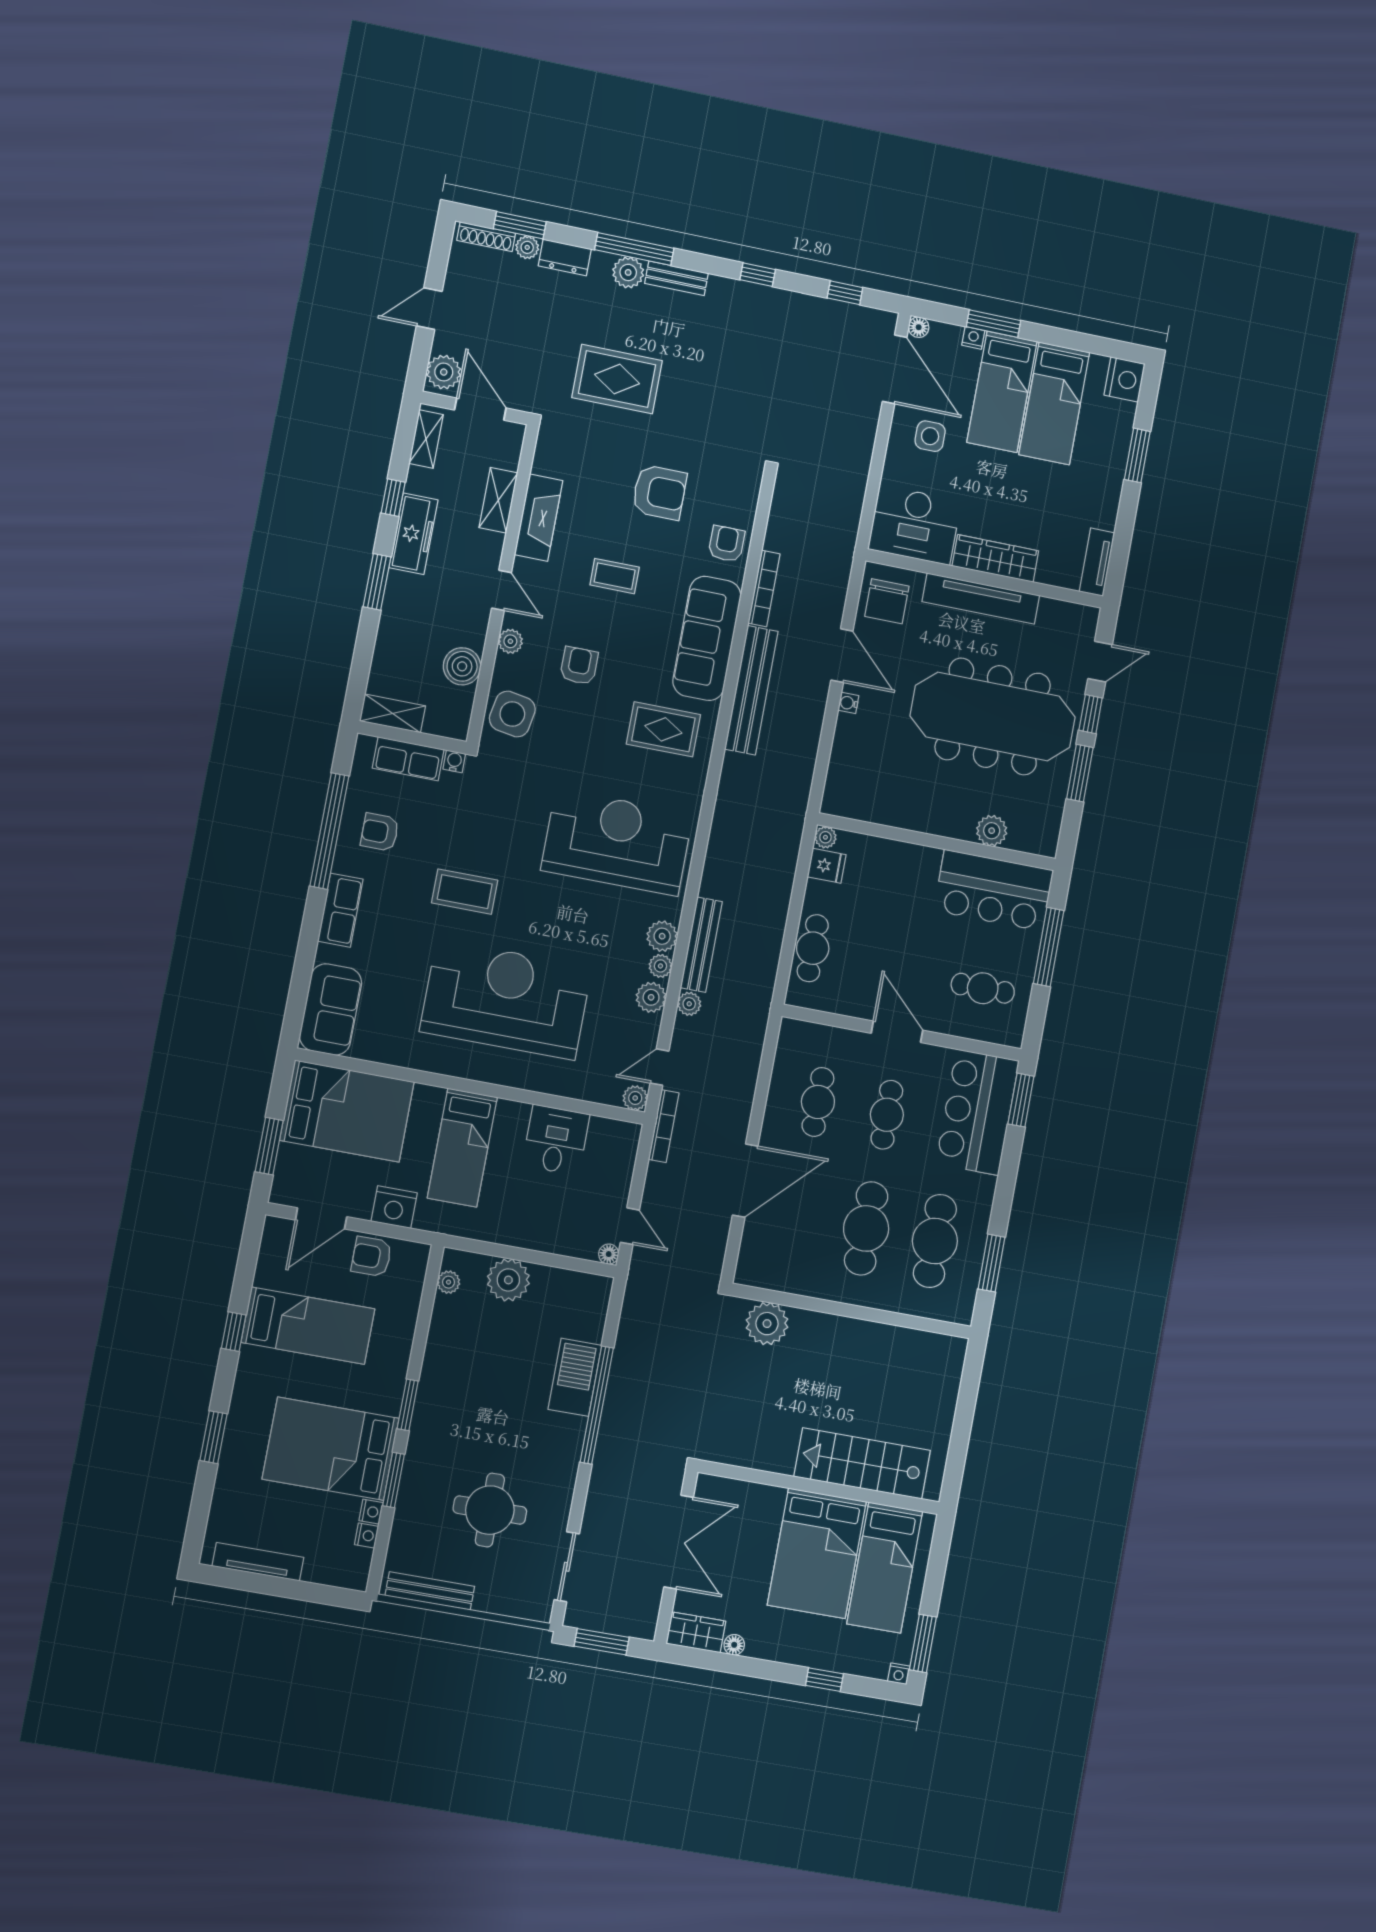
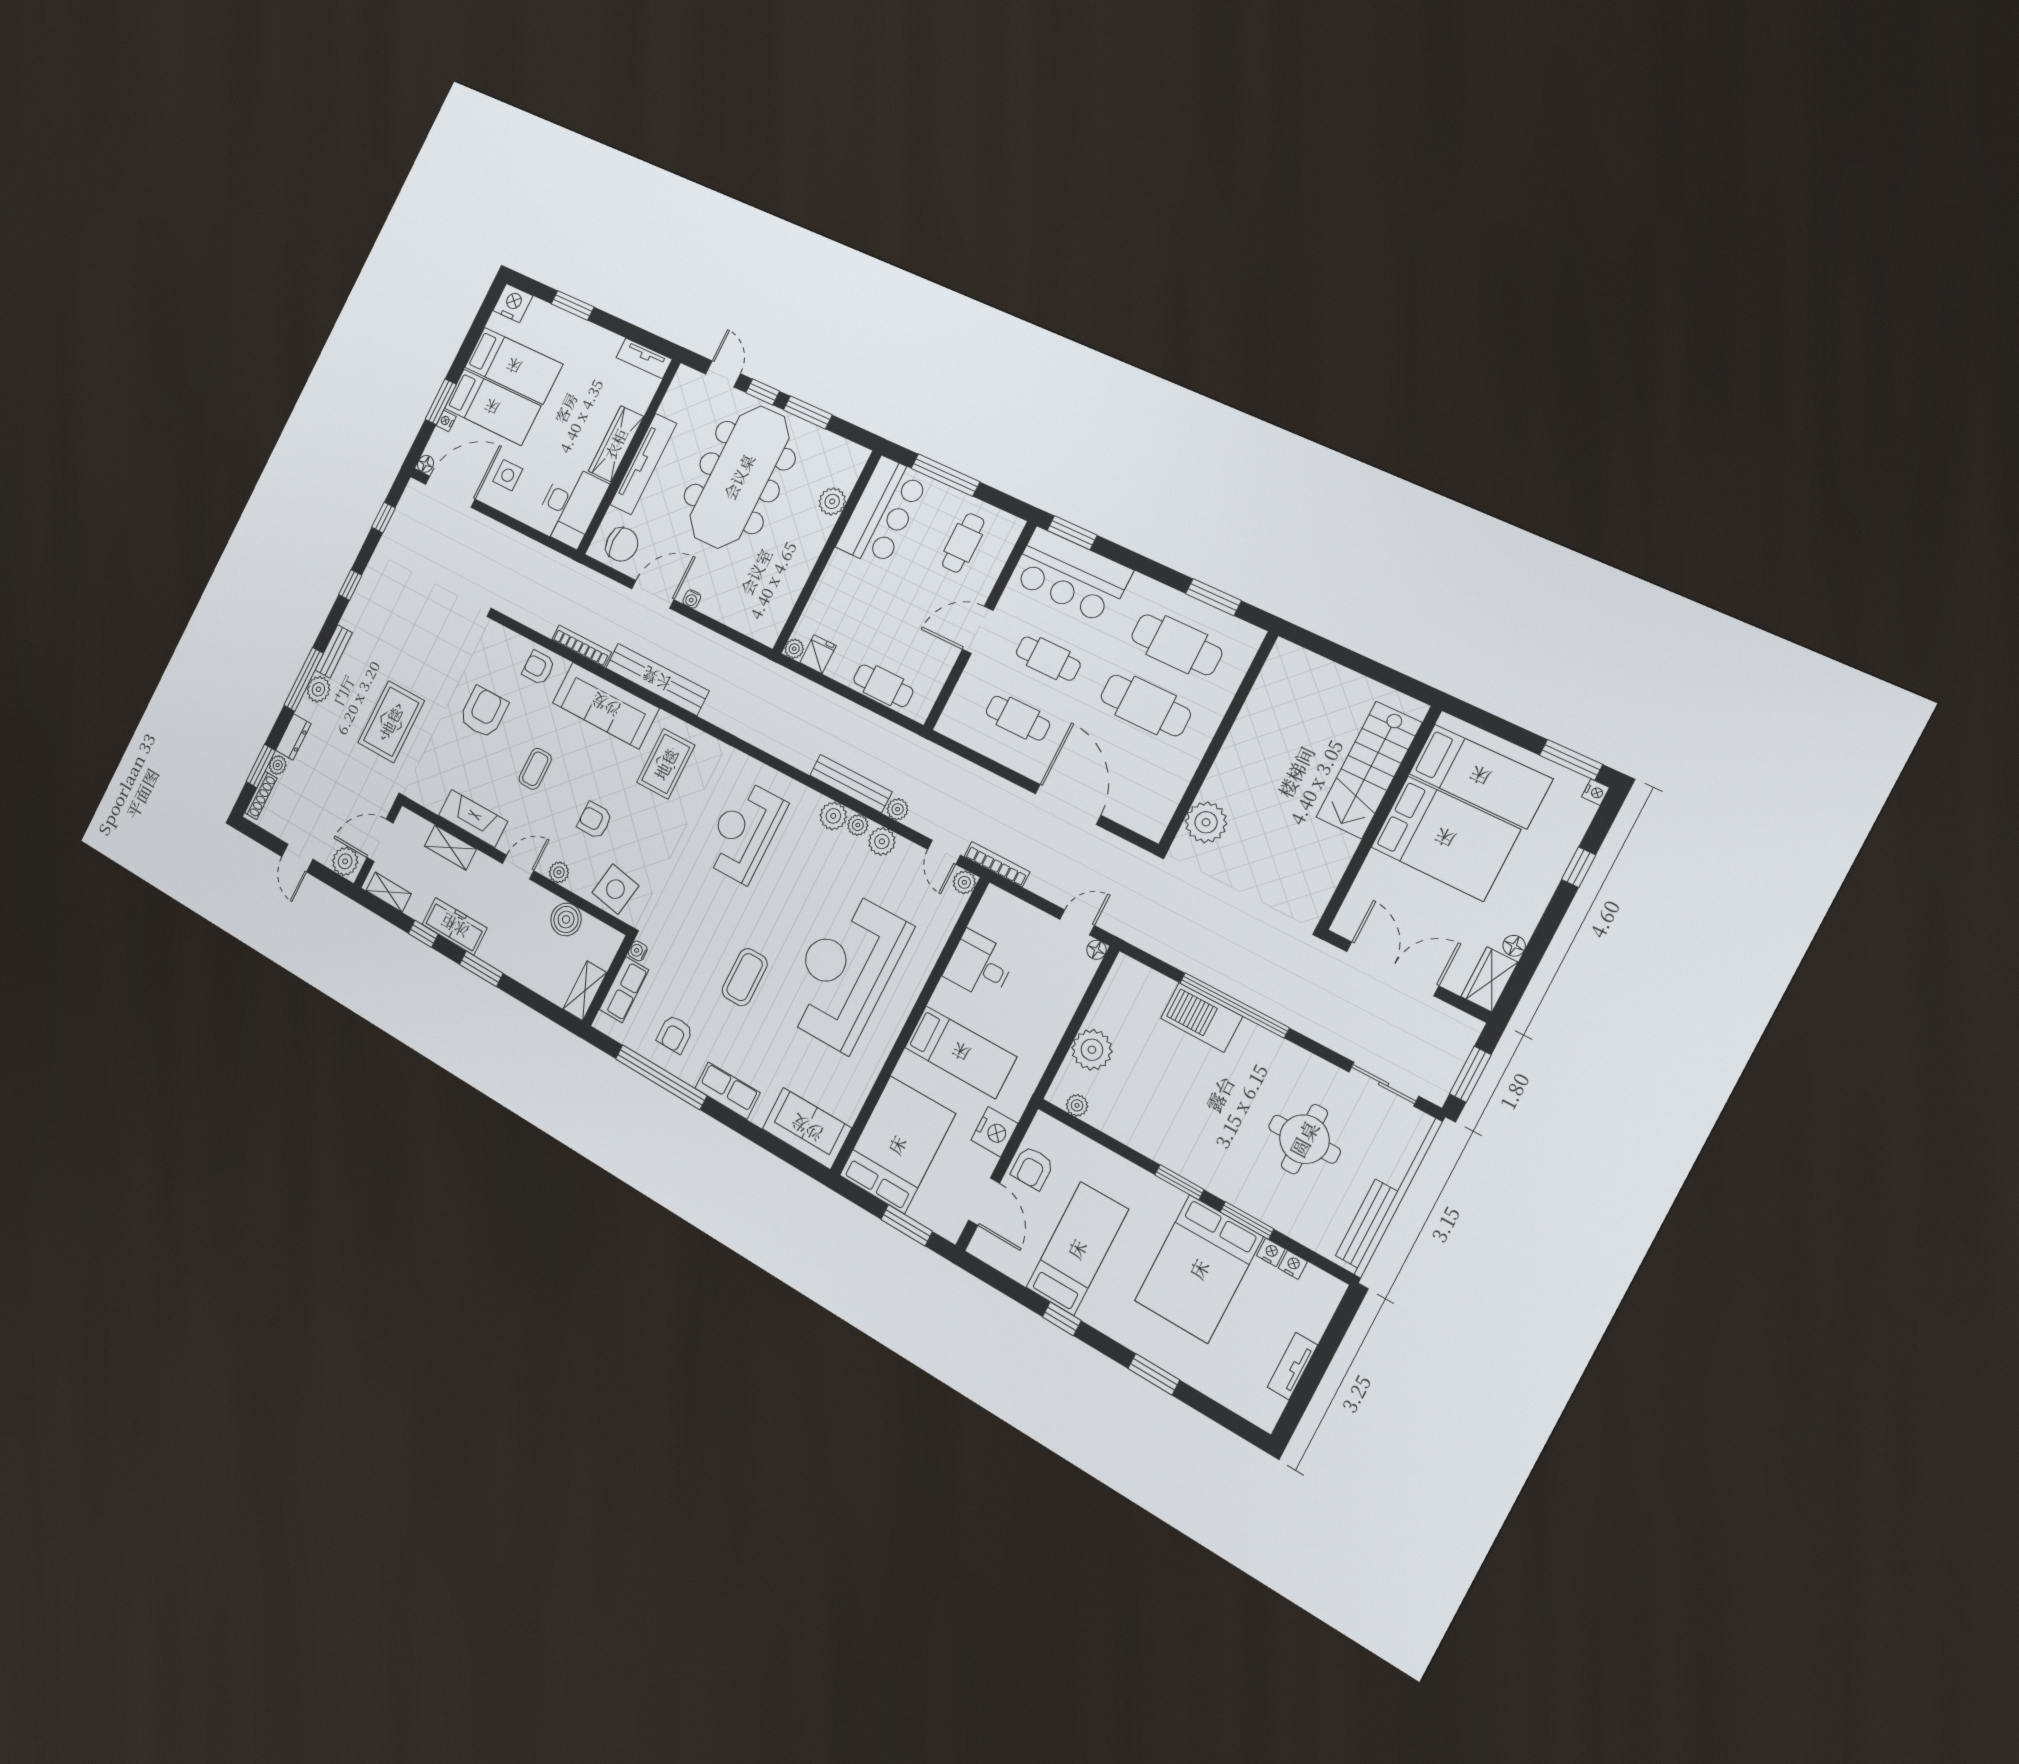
reception desk: (617, 842) -> (744, 832), width x0.74, depth x0.77
tv unit: (258, 1562) -> (1292, 1366), width x0.71

